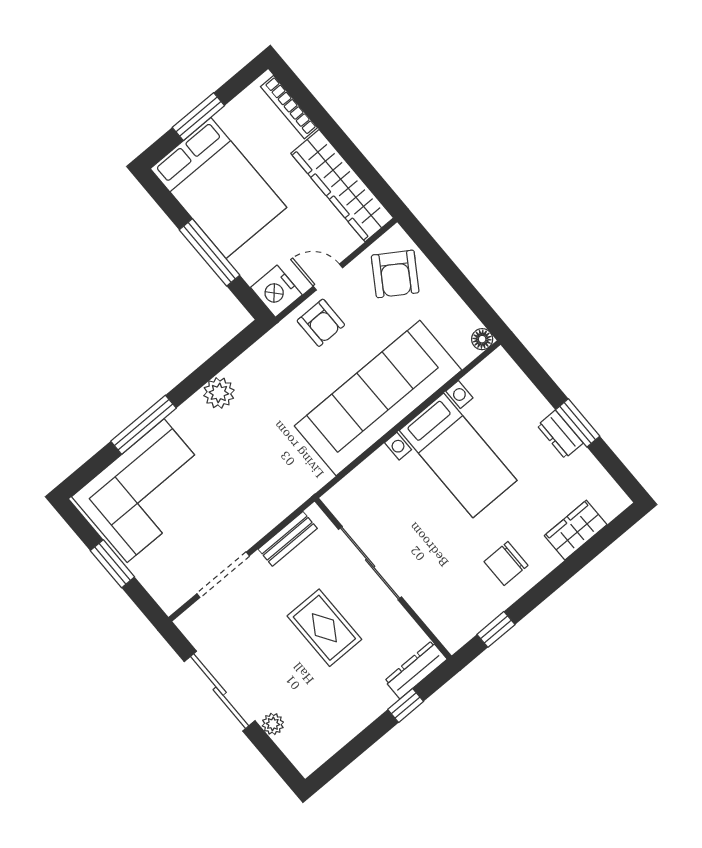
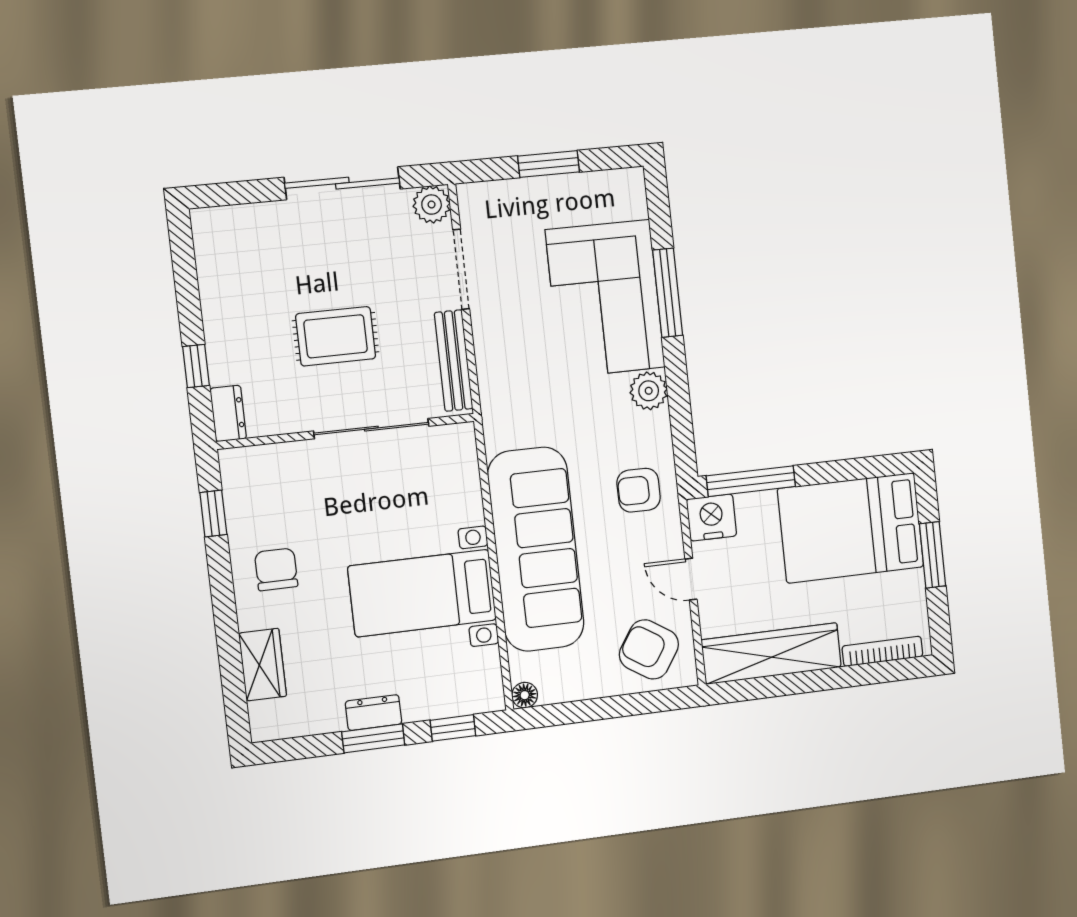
window: (210, 252) -> (751, 481), moved
door: (328, 277) -> (691, 579), swing flipped
armchair: (321, 323) -> (639, 490), moved
window: (536, 373) -> (453, 728), added
corner sofa: (146, 491) -> (605, 299), moved
bench: (288, 539) -> (454, 361), width x1.36
dresser: (416, 670) -> (228, 413), width x0.70
plant: (273, 724) -> (432, 205), moved, width x1.38, depth x1.38

